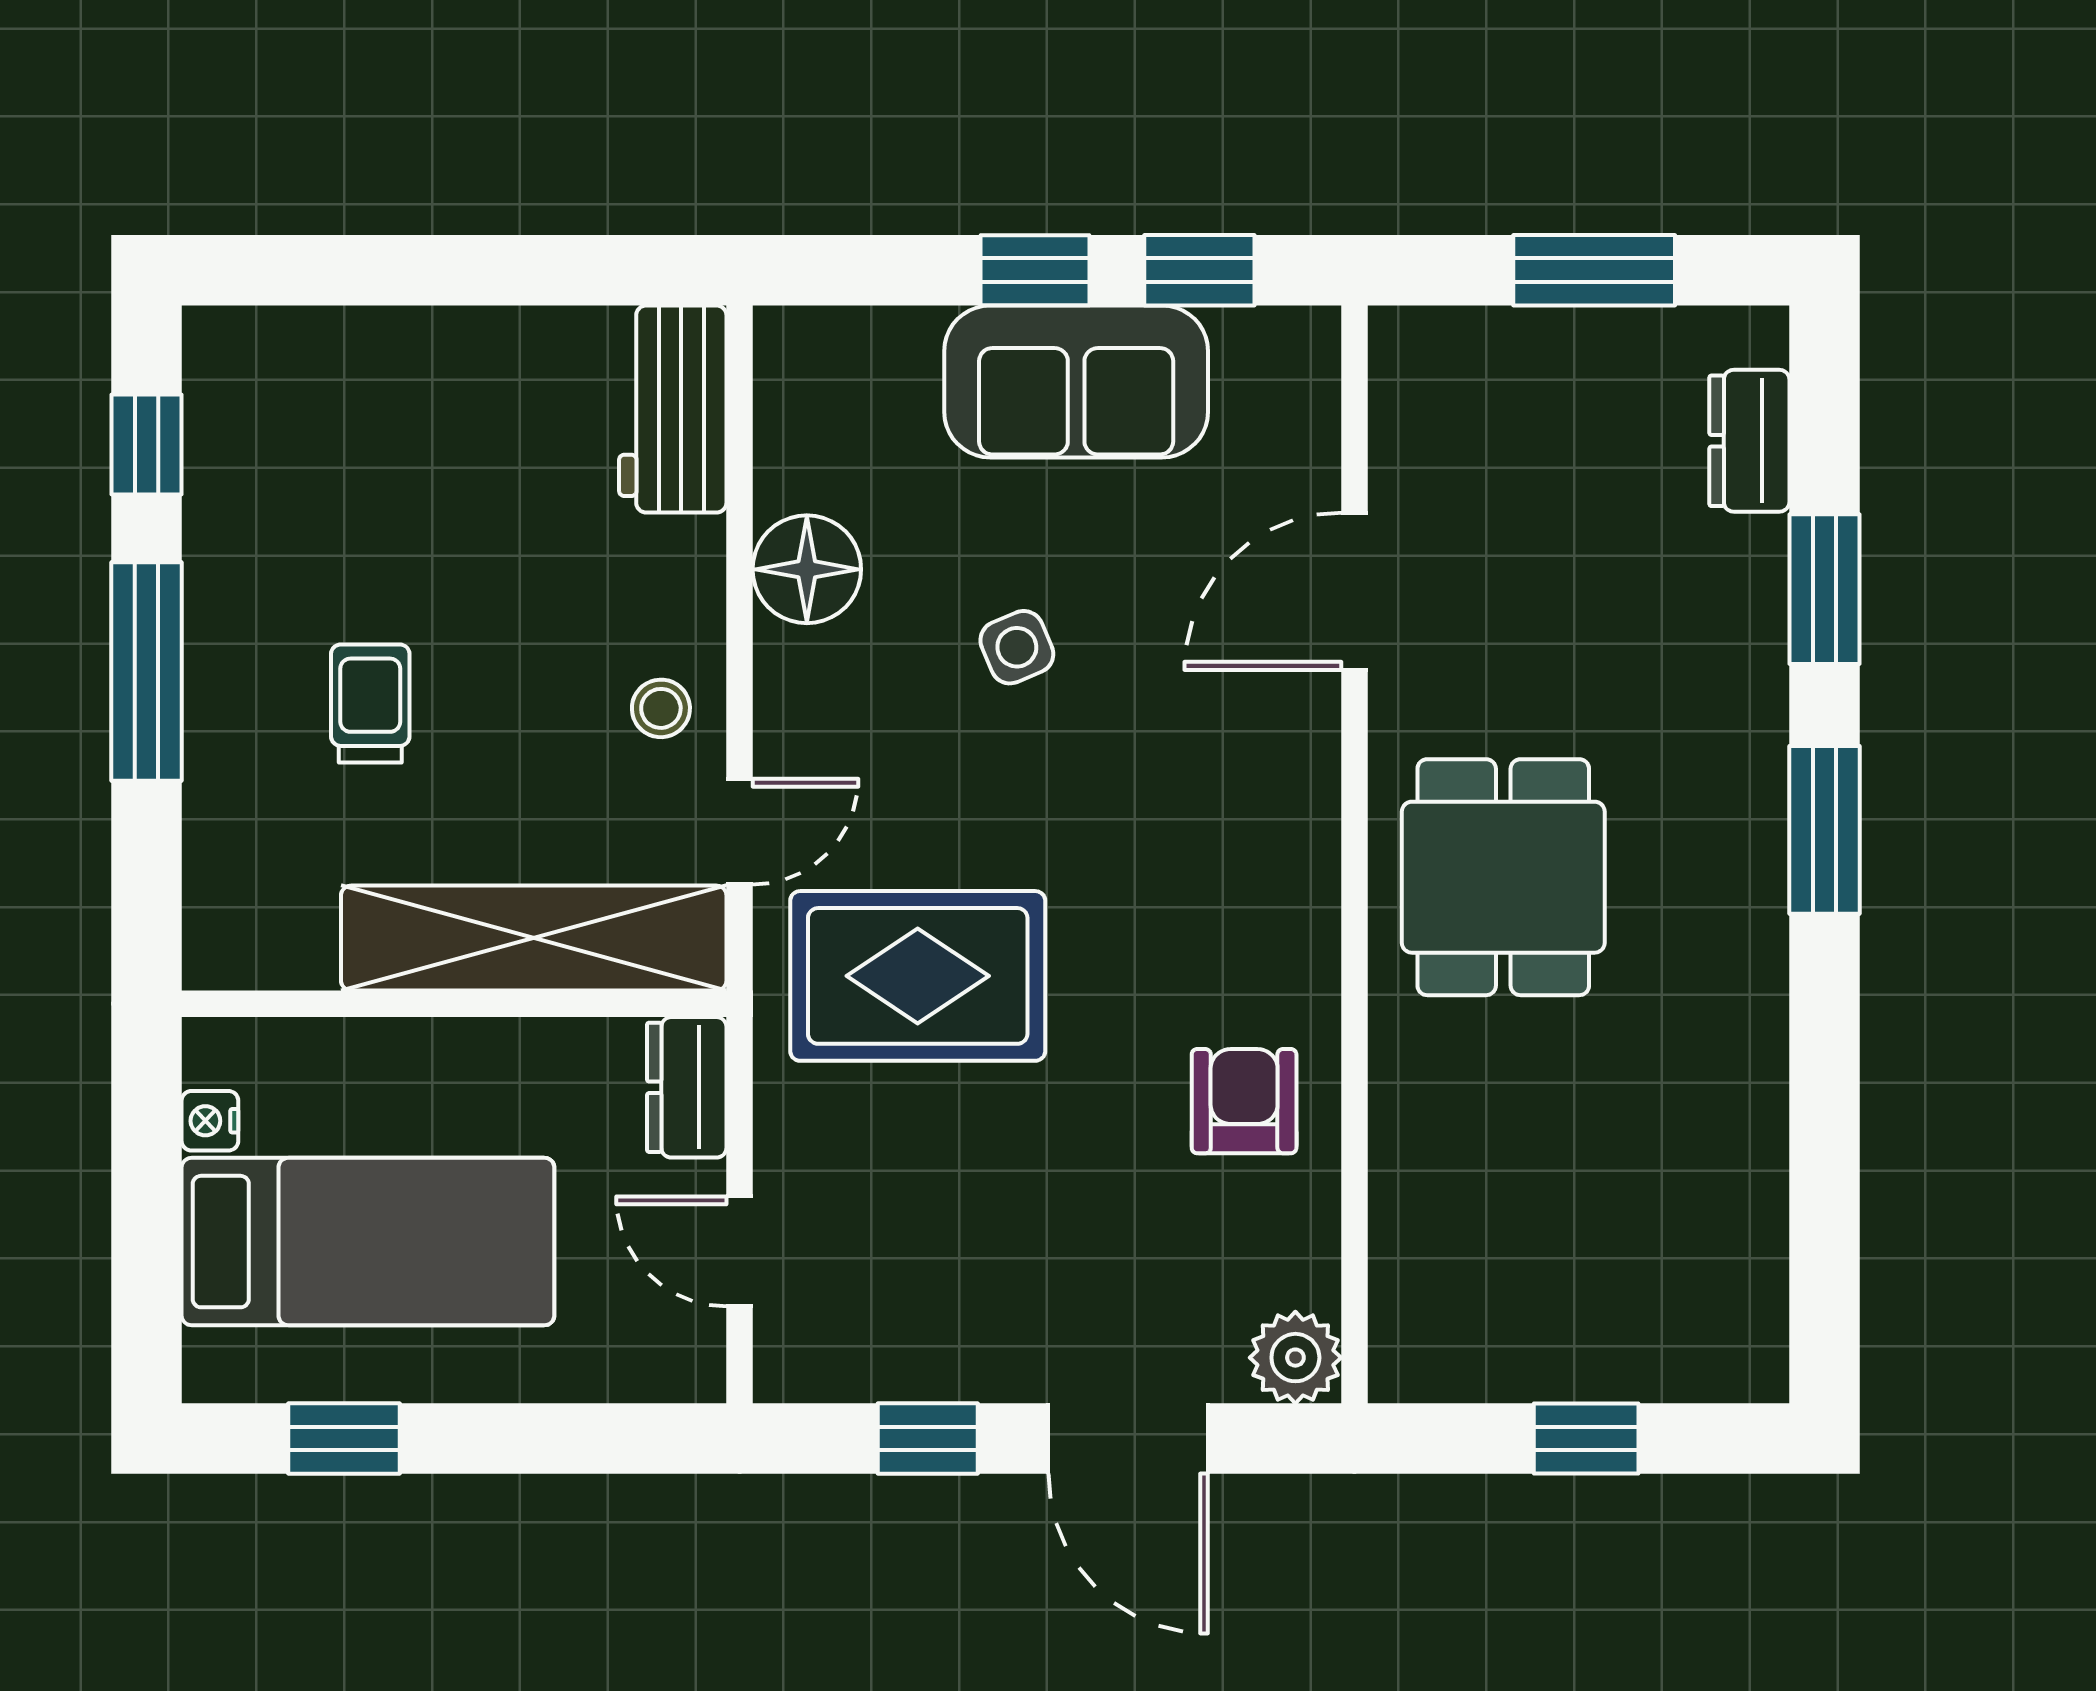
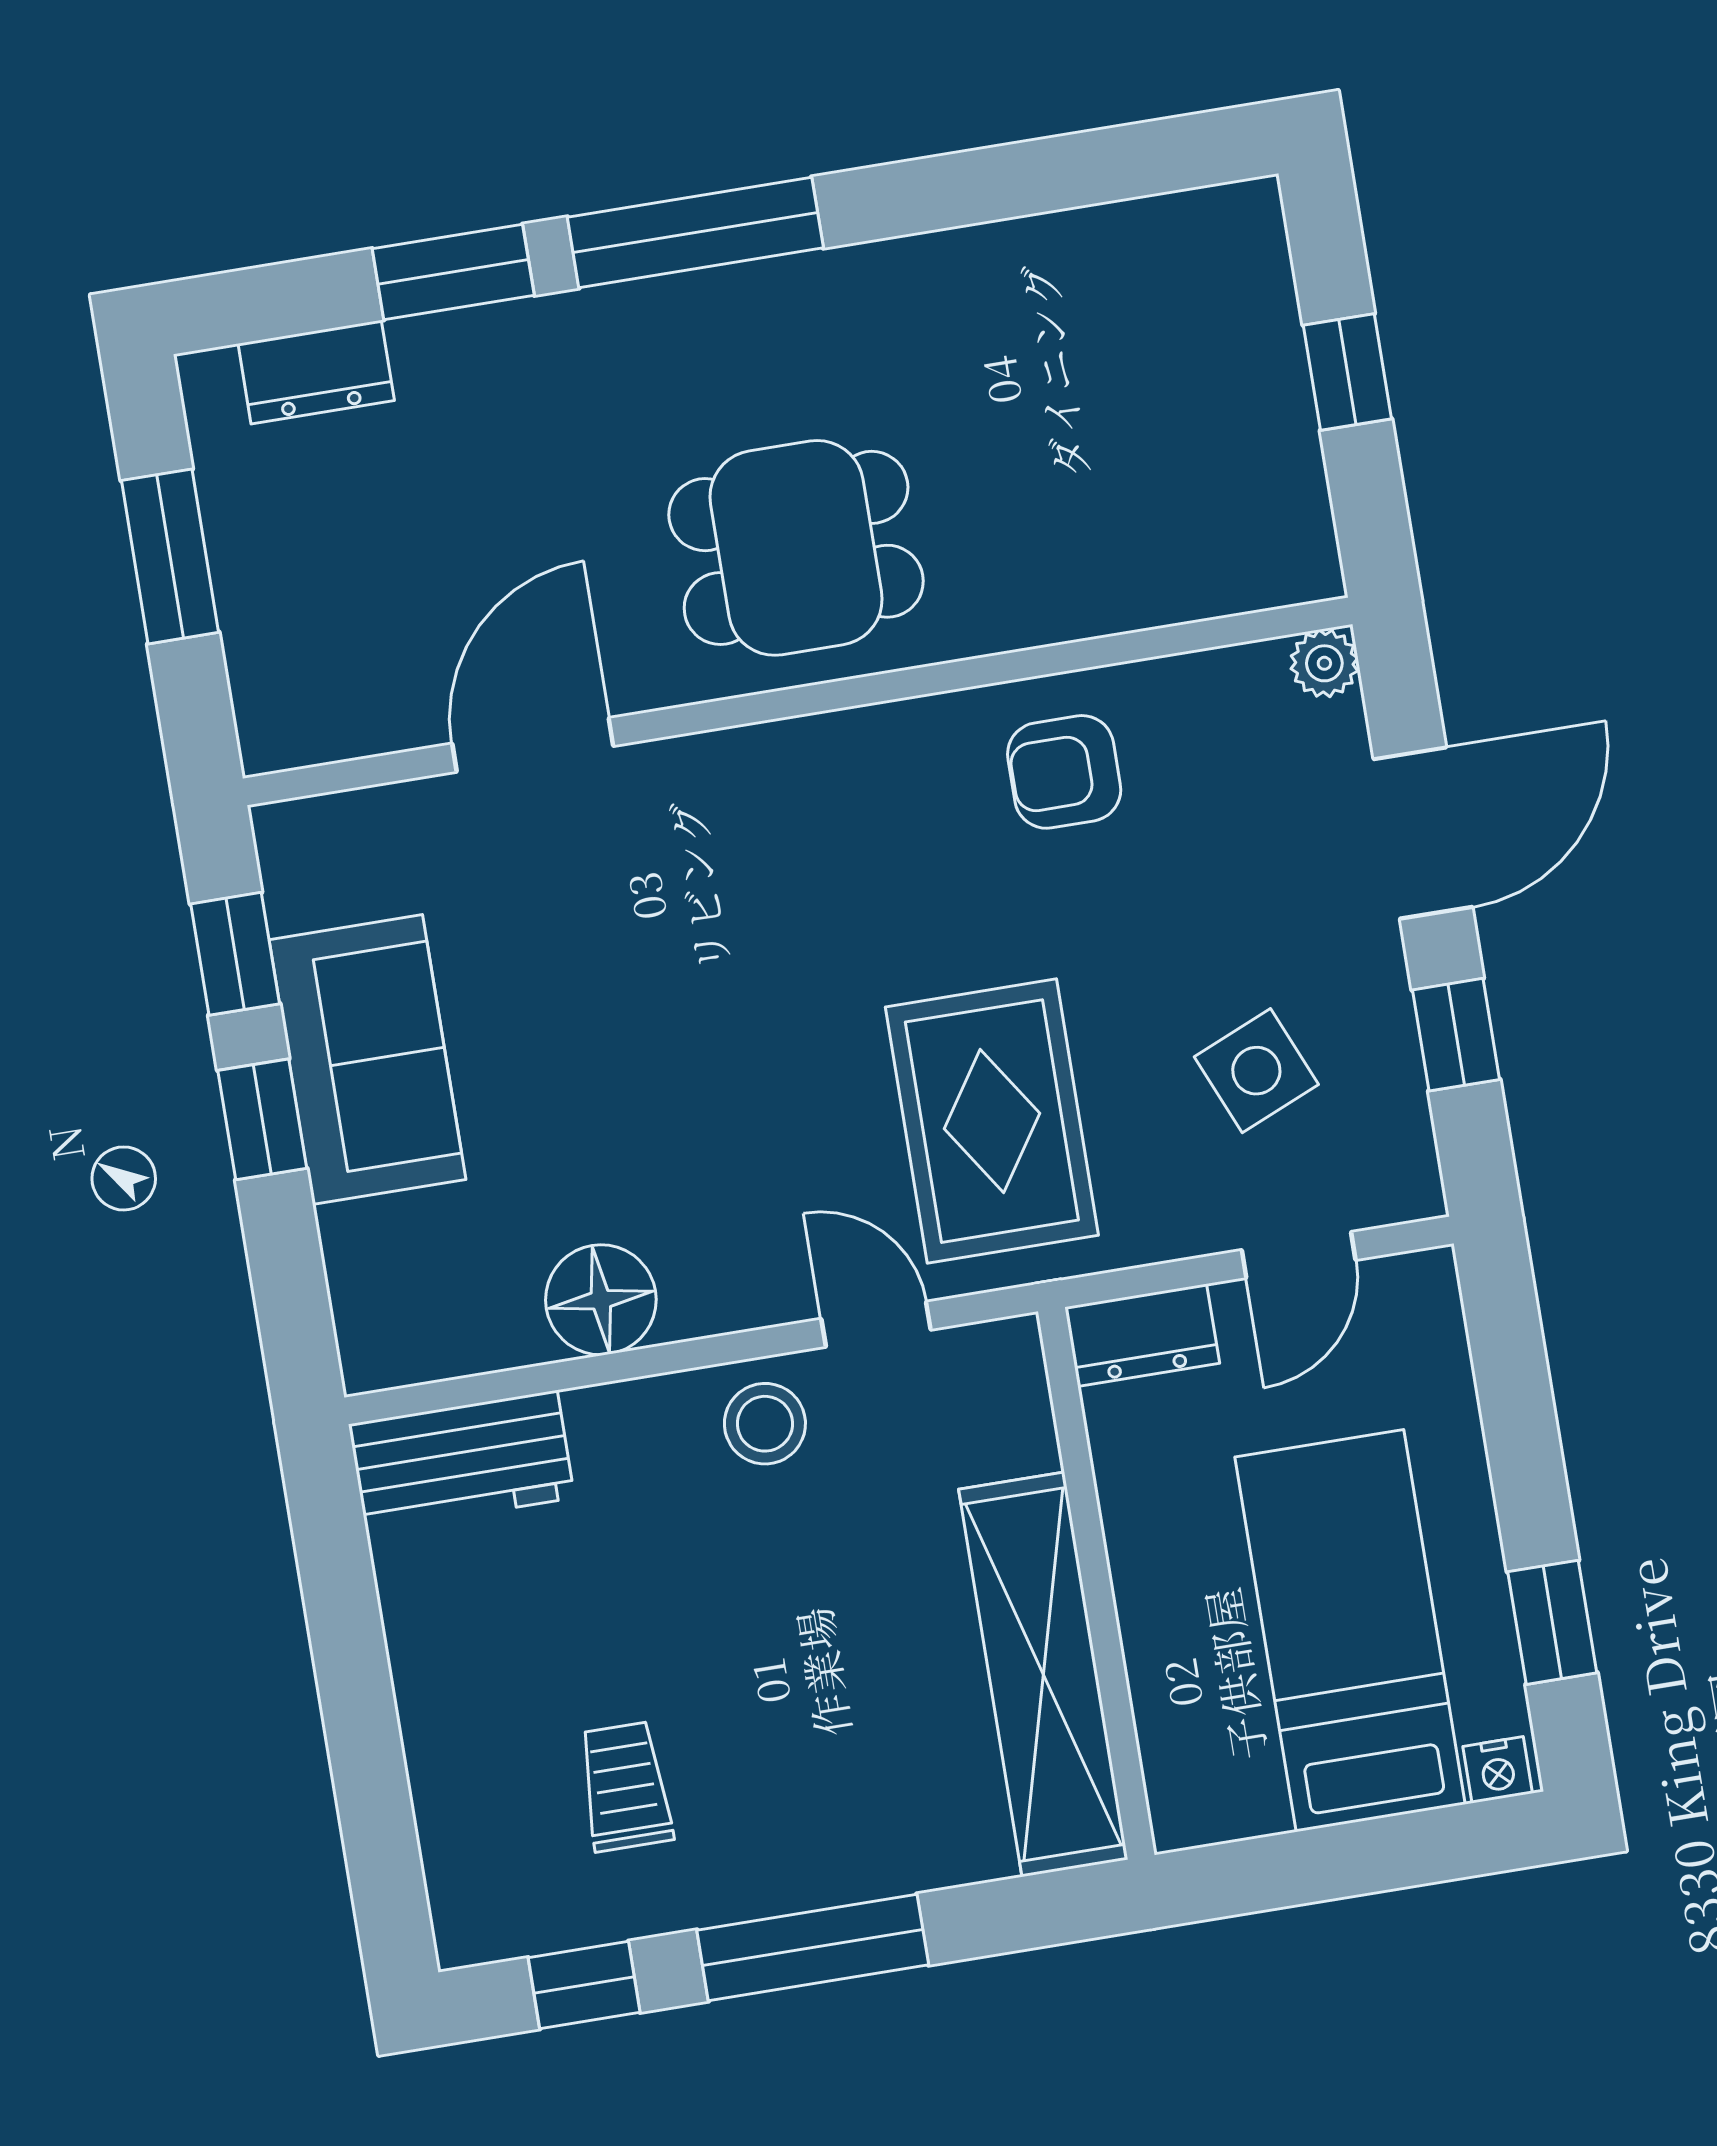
door: (1354, 591) -> (533, 745), swing flipped
side table: (1017, 647) -> (1256, 1071), moved, width x1.37, depth x1.37
trolley: (370, 703) -> (625, 1787), moved, turned 90
stool: (661, 708) -> (765, 1424), width x1.37, depth x1.37
window: (1824, 830) -> (695, 232), width x1.44
shelving: (534, 938) -> (1043, 1674), moved
nightstand: (210, 1121) -> (1498, 1770), moved
plant: (1295, 1358) -> (1324, 663), width x0.73, depth x0.73

